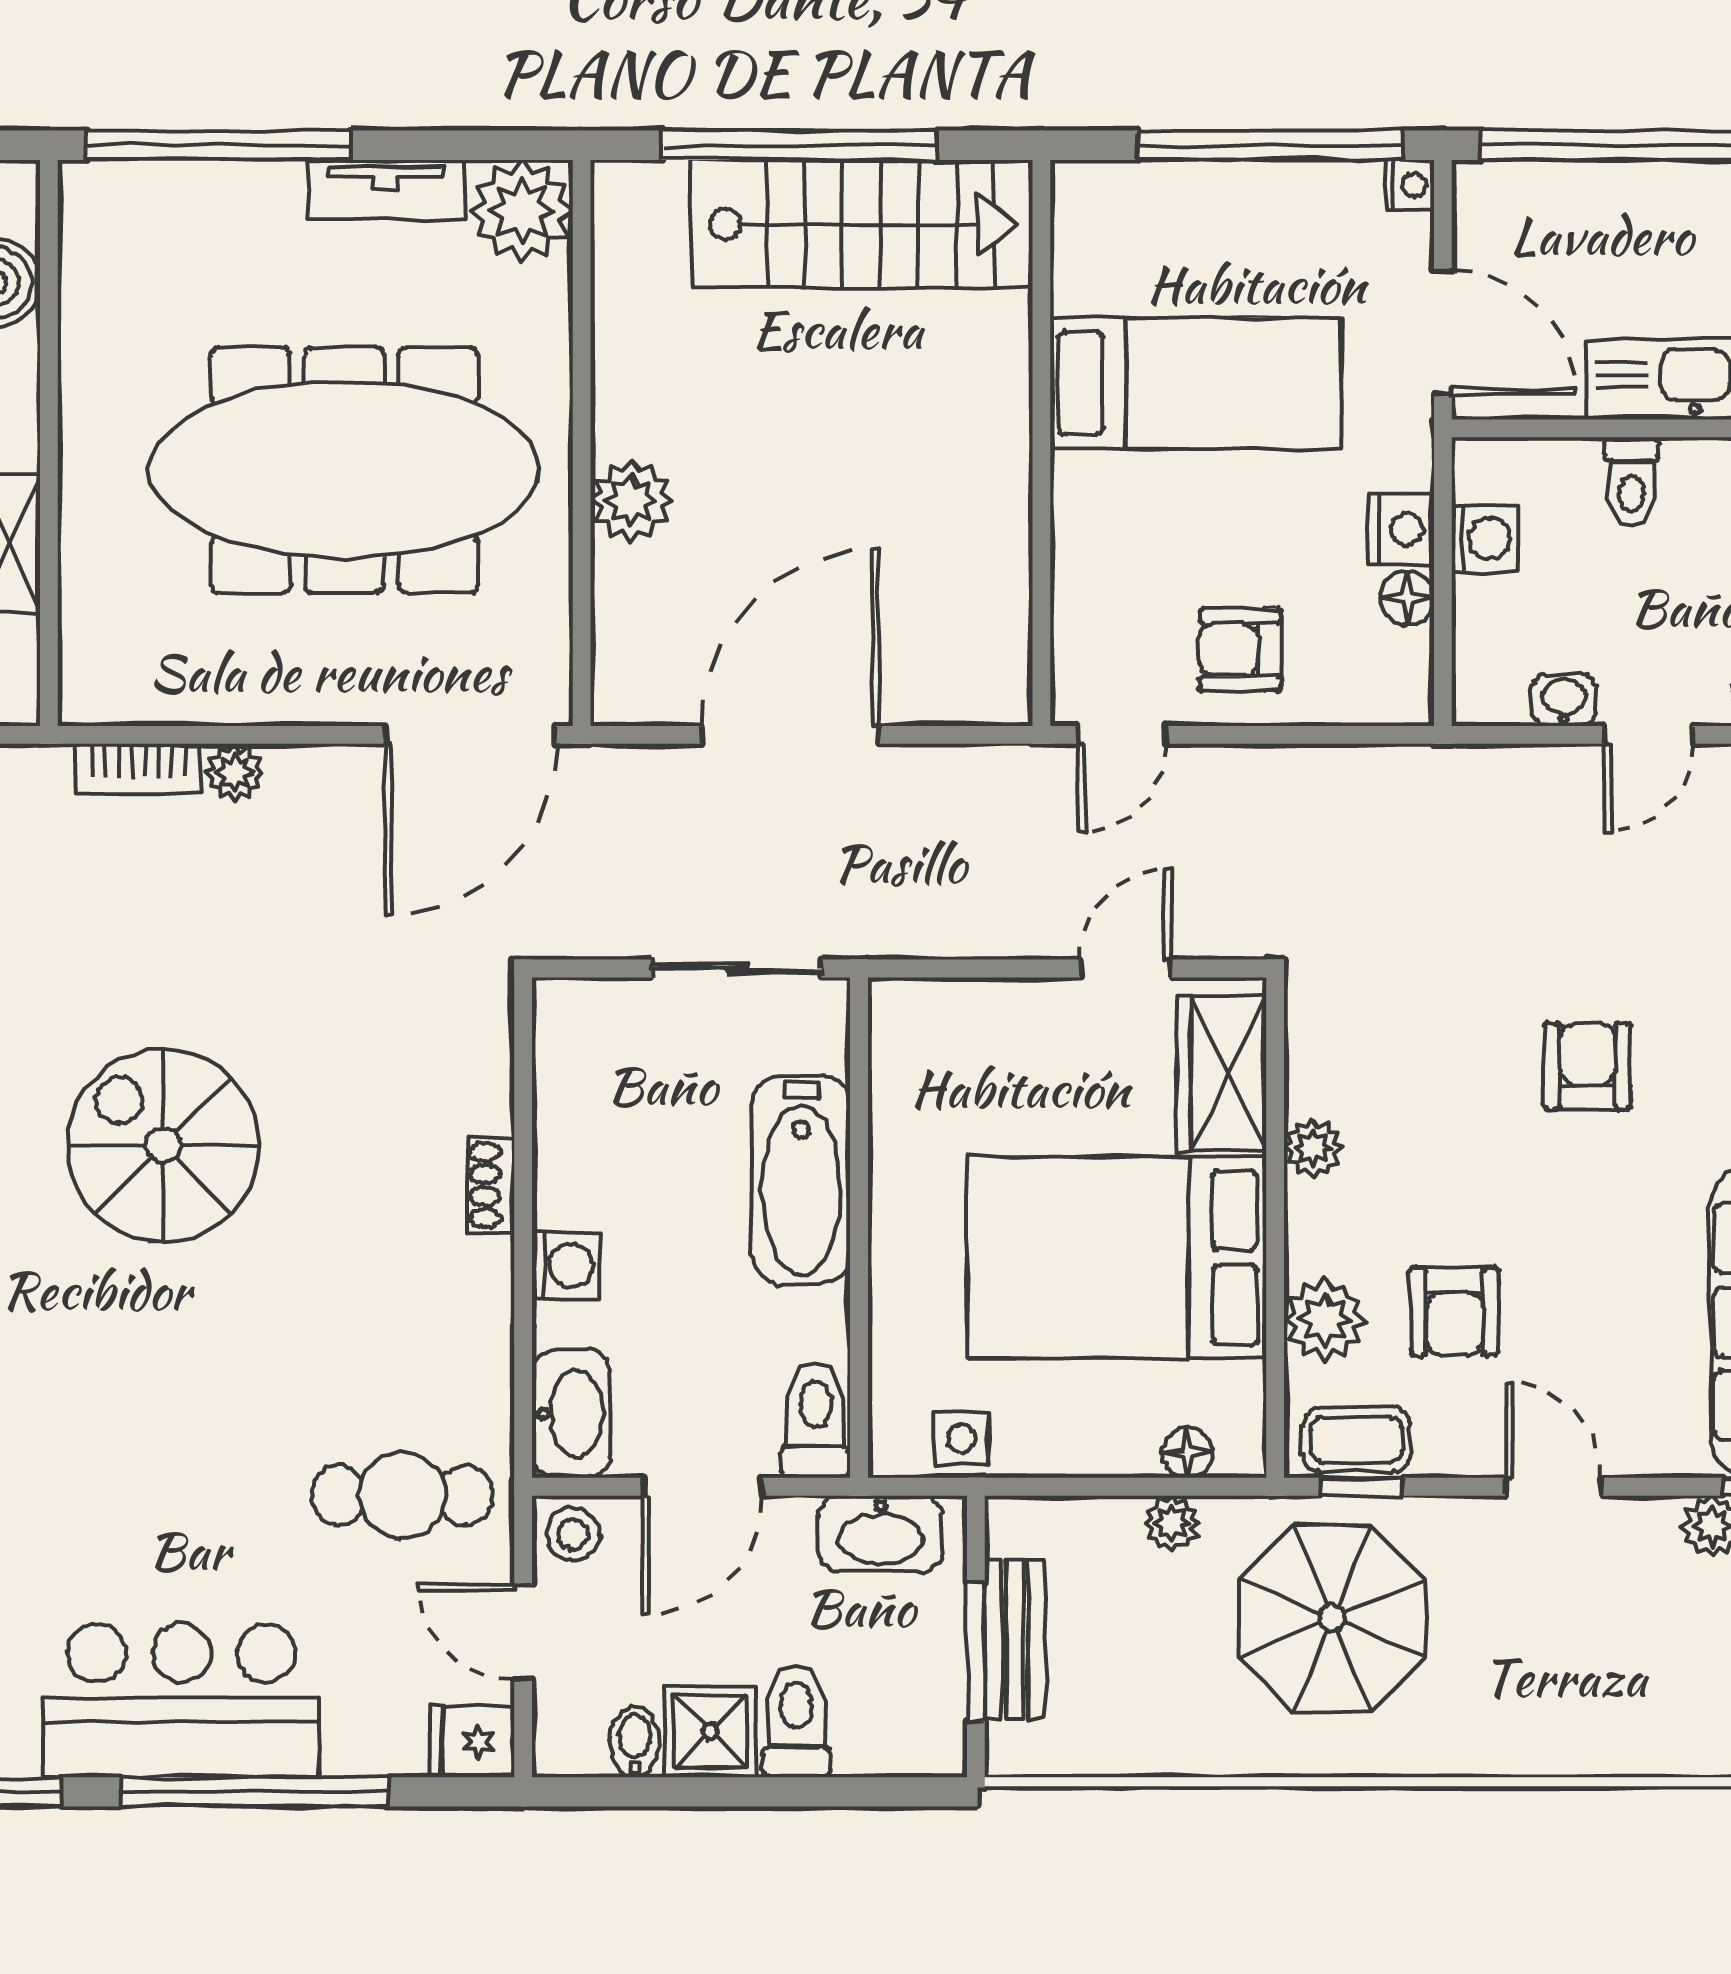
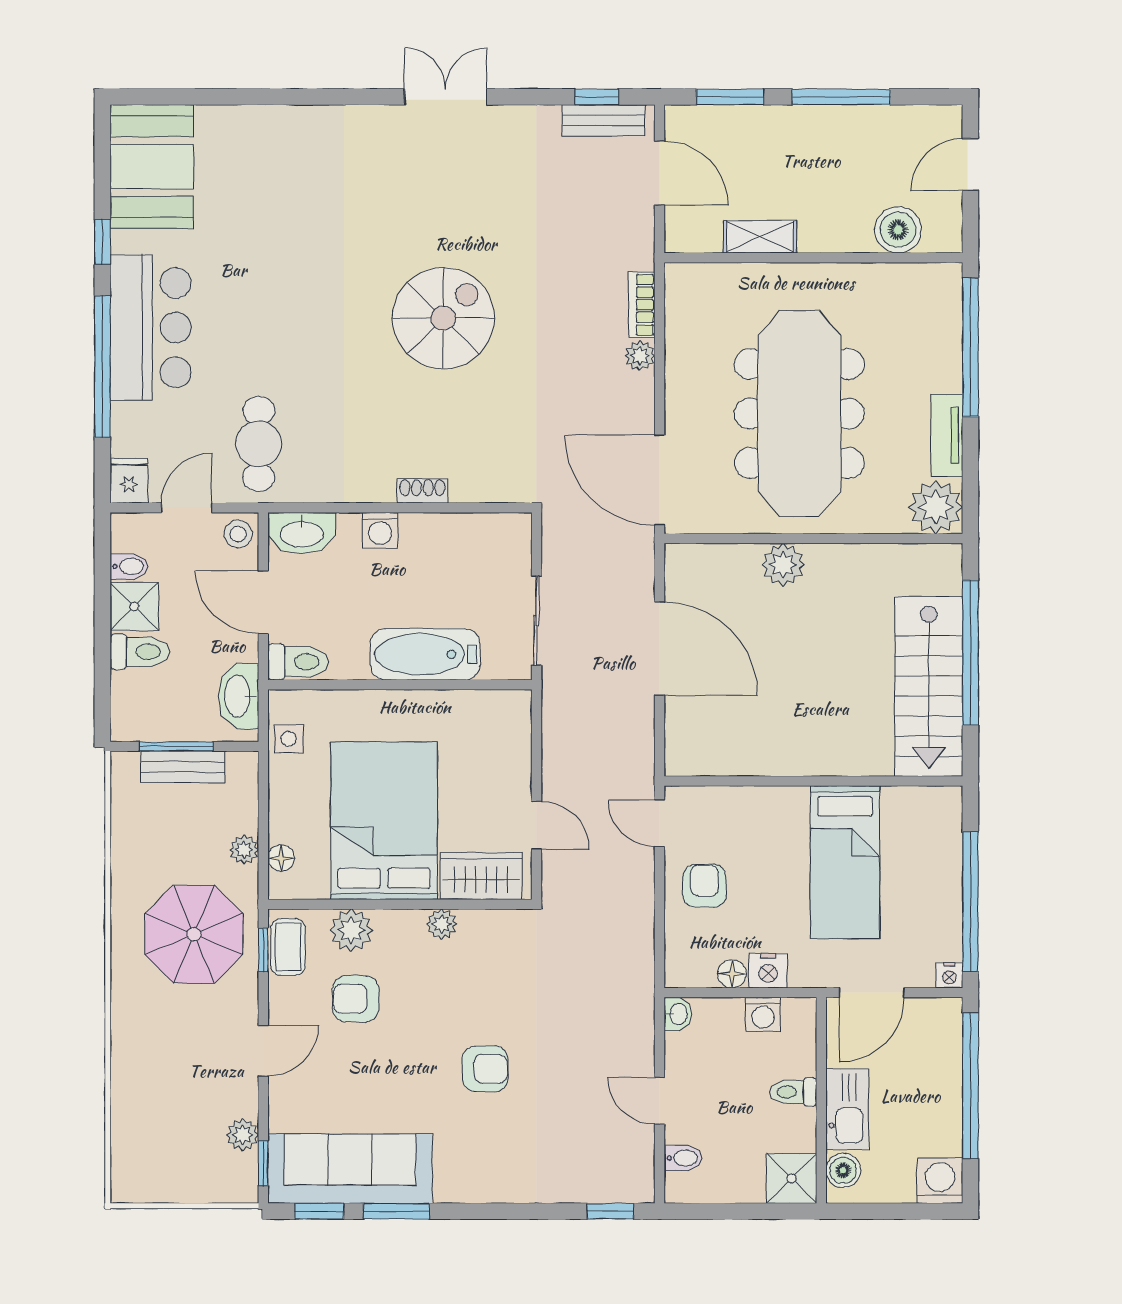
washbasin: (1564, 700) -> (678, 1014), moved

